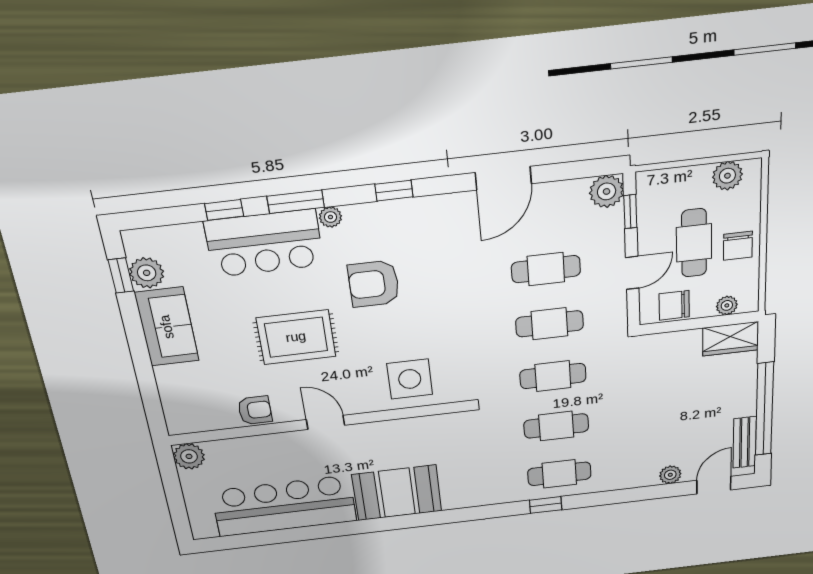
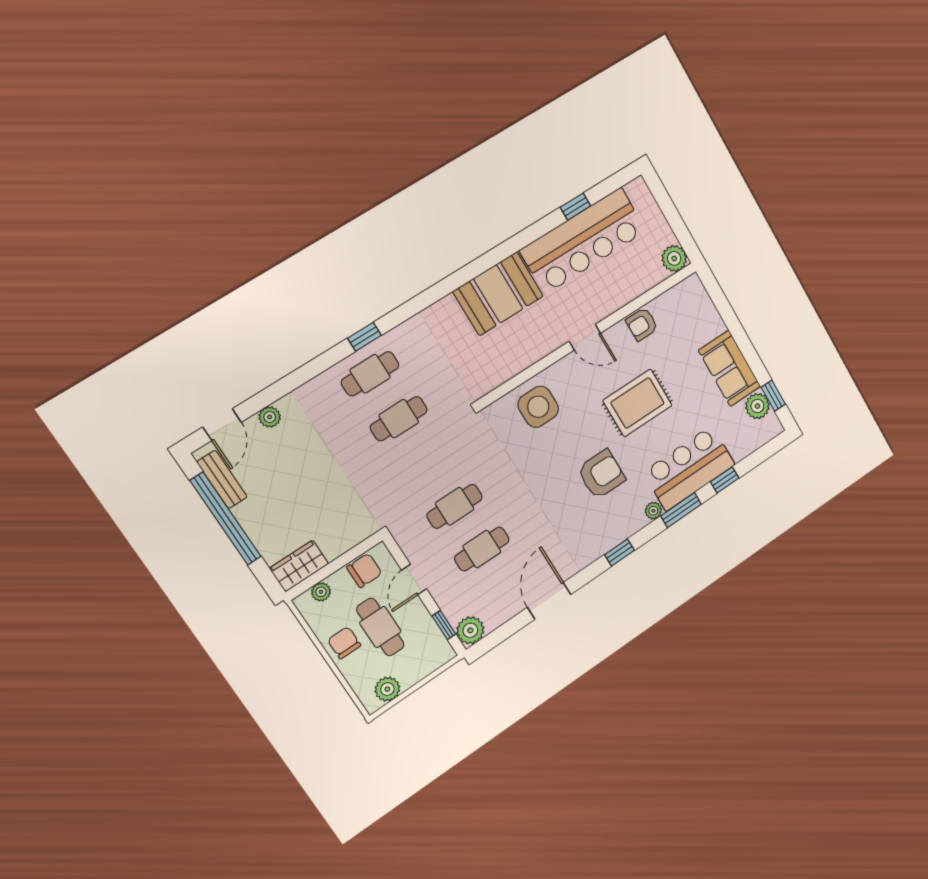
cafe table: (553, 376) -> (427, 463), removed
window: (278, 537) -> (575, 207), added

